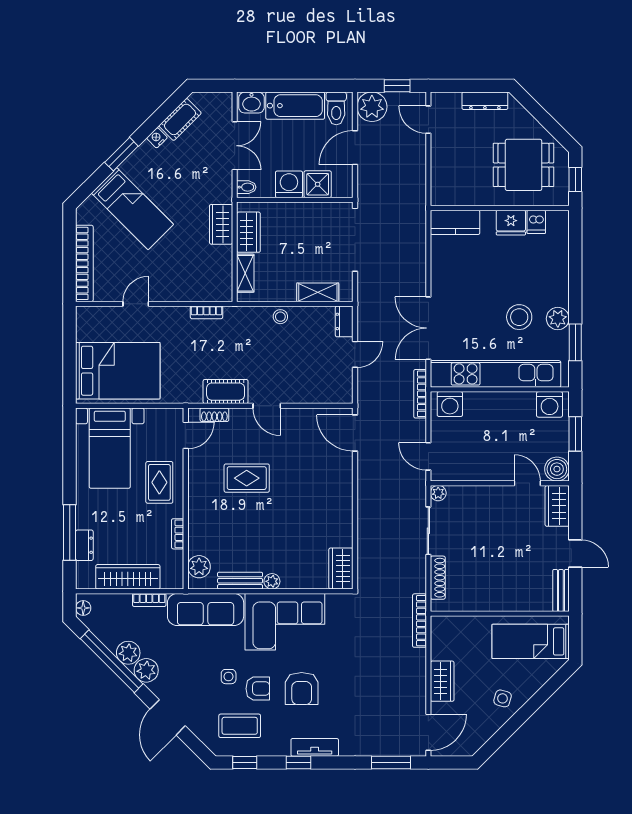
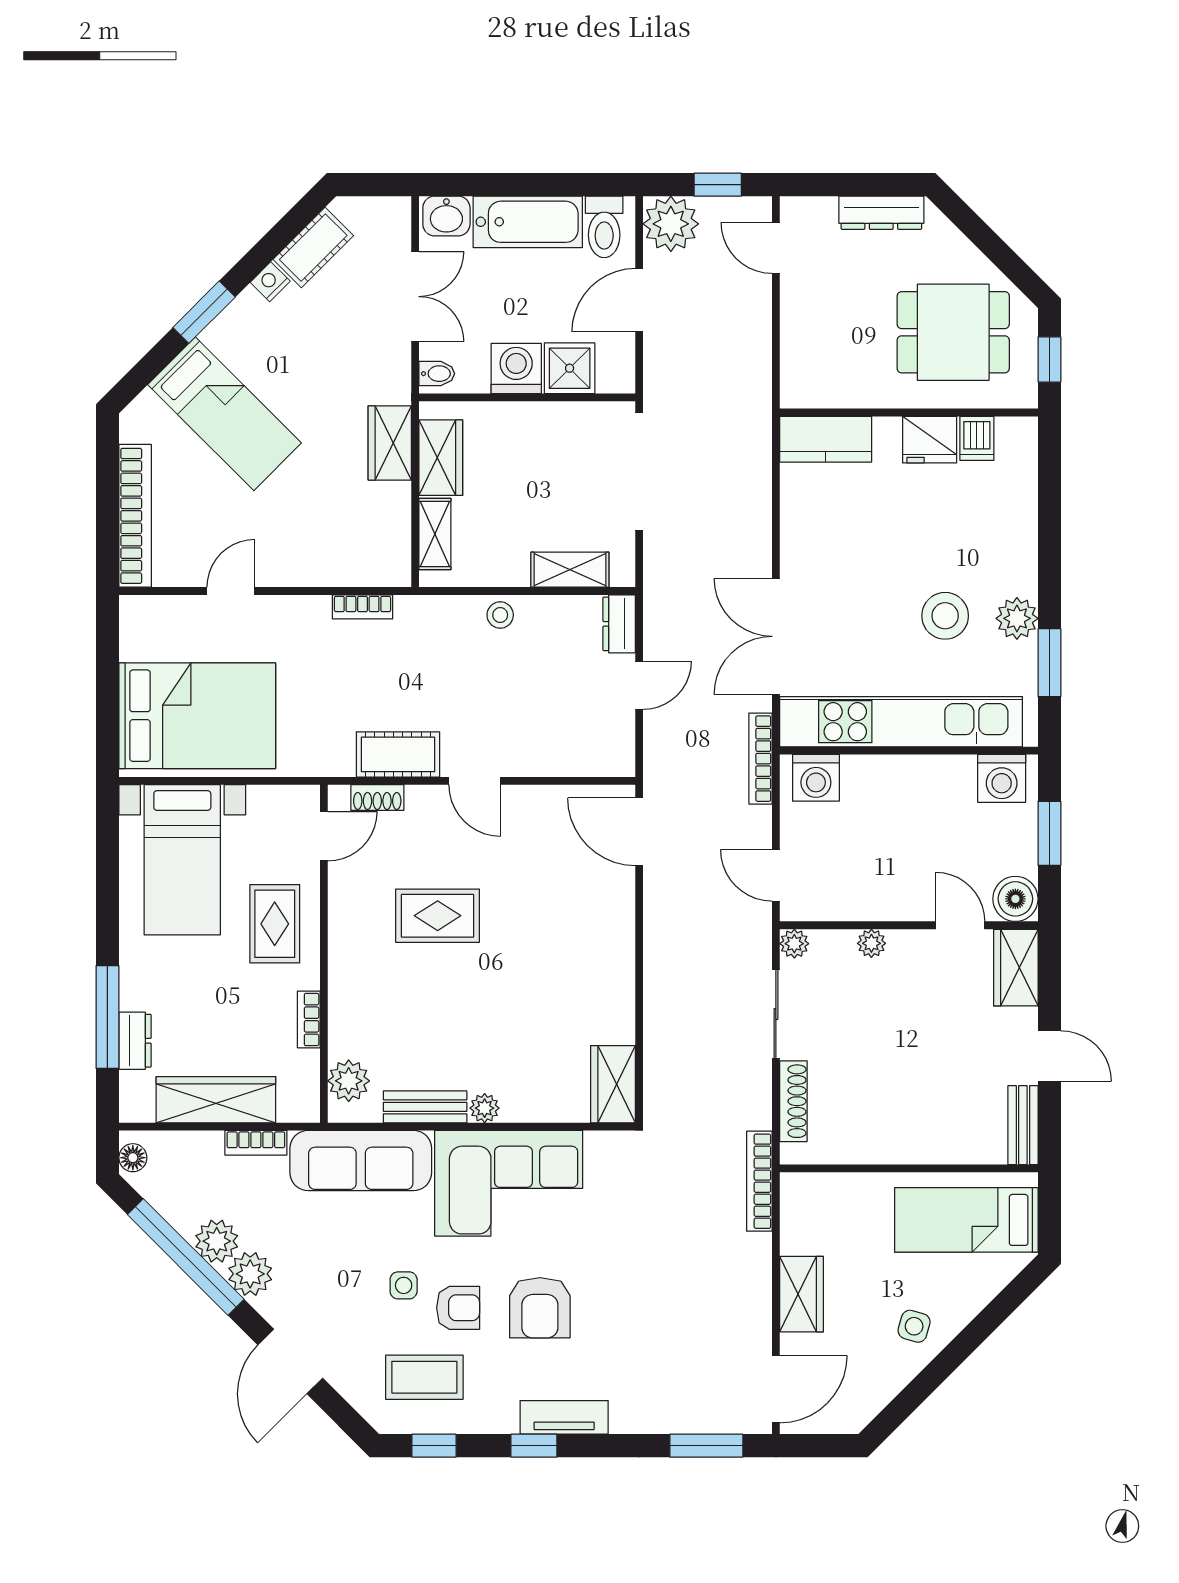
plant: (480, 493) -> (871, 943), added

